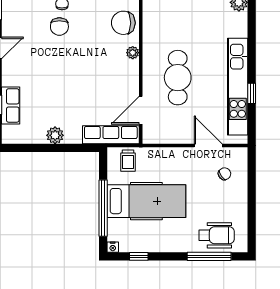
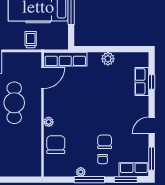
chair: (123, 23) -> (56, 145), turned -90
trolley: (128, 161) -> (31, 40), moved

